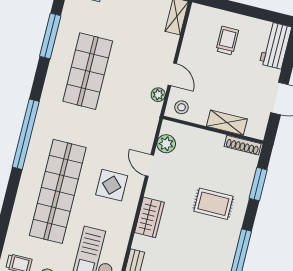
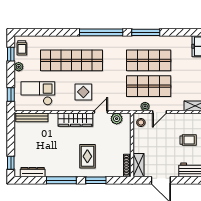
window: (50, 36) -> (146, 32), moved
shop shelf: (128, 81) -> (149, 86), added
shelving: (227, 123) -> (138, 165), moved
window: (258, 184) -> (96, 180), moved
wardrobe: (149, 217) -> (75, 120), width x1.50

